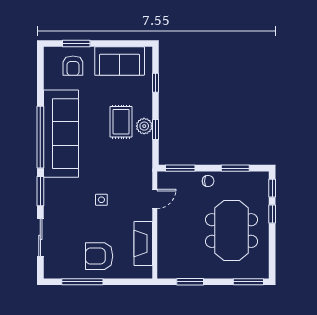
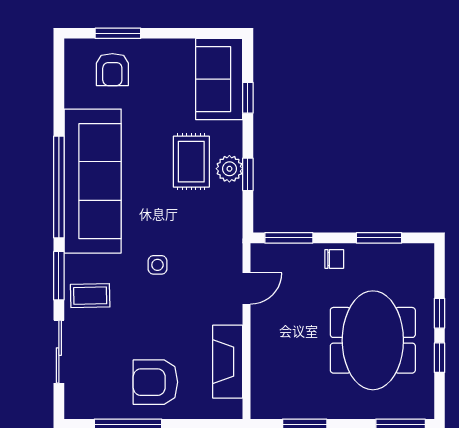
sofa: (120, 61) -> (219, 79), moved, turned 90
window: (272, 188) -> (440, 358), moved
side table: (101, 200) -> (157, 265), moved
coffee table: (59, 203) -> (90, 296), added

